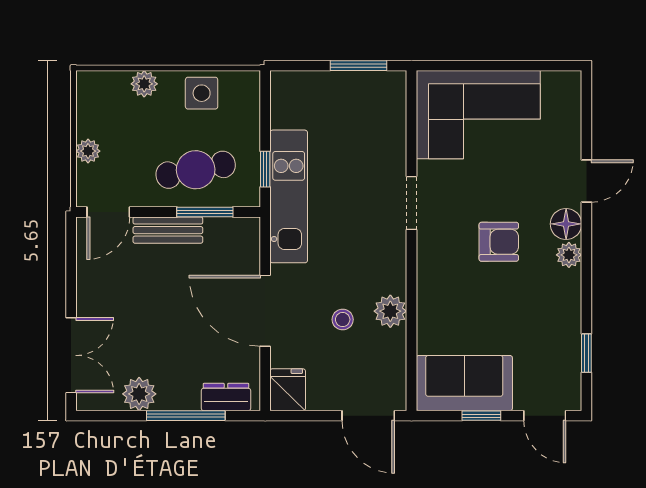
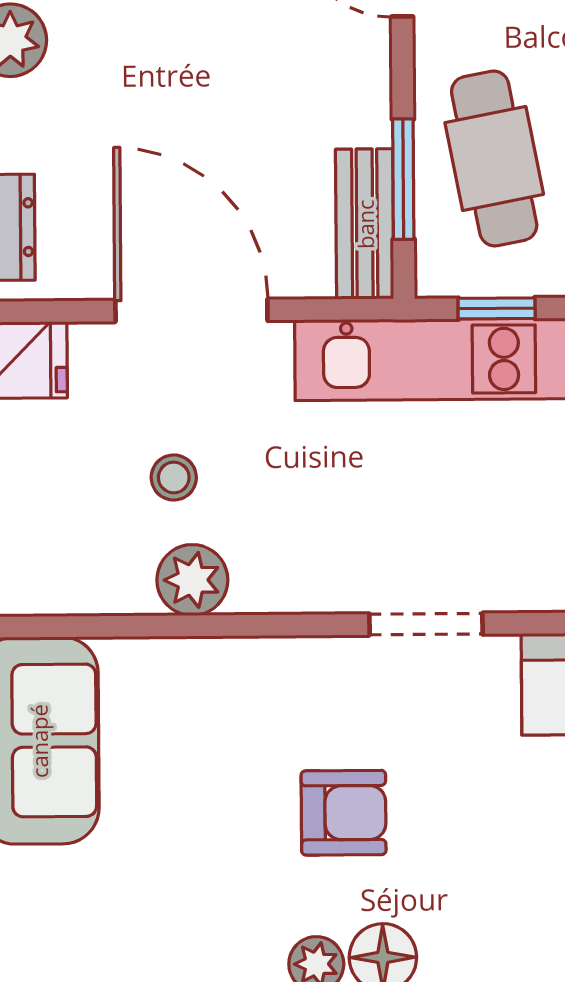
bench: (168, 230) -> (365, 224), moved
armchair: (499, 242) -> (344, 813), turned -90
door: (265, 311) -> (191, 310), hinge flipped

